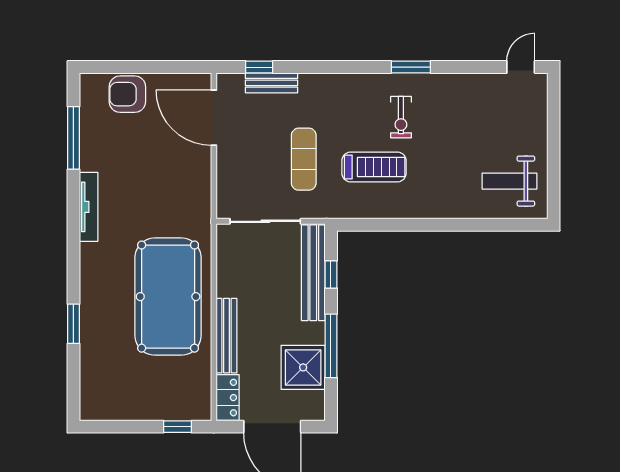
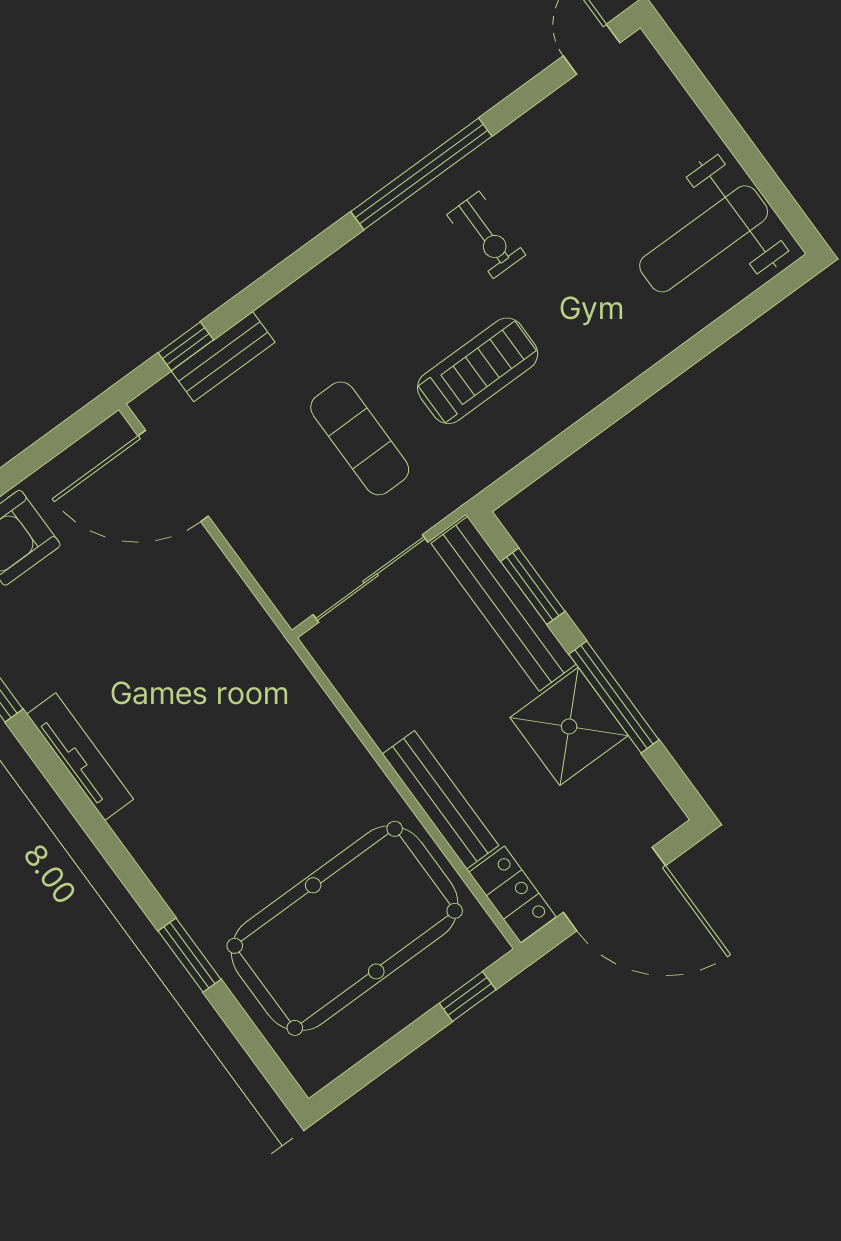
window: (411, 67) -> (421, 174), width x2.11
exercise bike: (401, 117) -> (486, 235), moved
weight bench: (509, 181) -> (704, 239), width x1.36, depth x1.33
window: (331, 274) -> (533, 586), width x1.50
pool table: (168, 297) -> (345, 928), moved, turned 90
shower: (303, 367) -> (569, 726), moved

